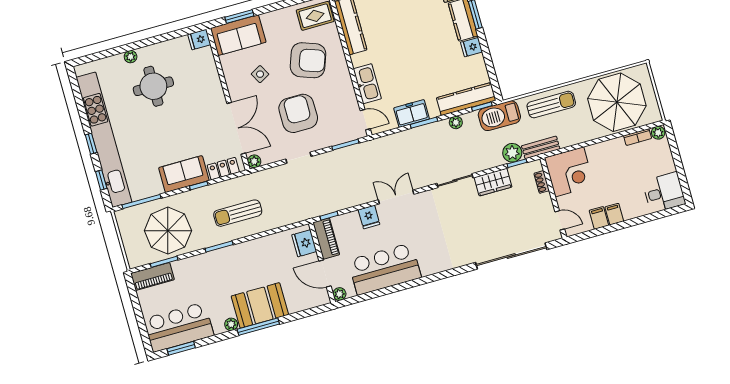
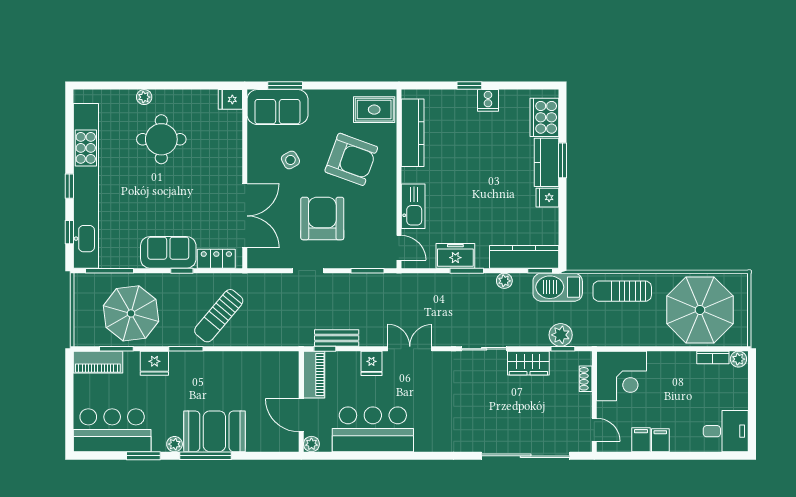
sun lounger: (551, 105) -> (622, 291), turned 180
bench: (541, 147) -> (337, 338), moved
plant: (254, 161) -> (255, 260), removed
sun lounger: (238, 213) -> (219, 316), turned -50
fridge: (304, 243) -> (154, 363), moved, turned -90
window: (181, 348) -> (143, 456), moved

